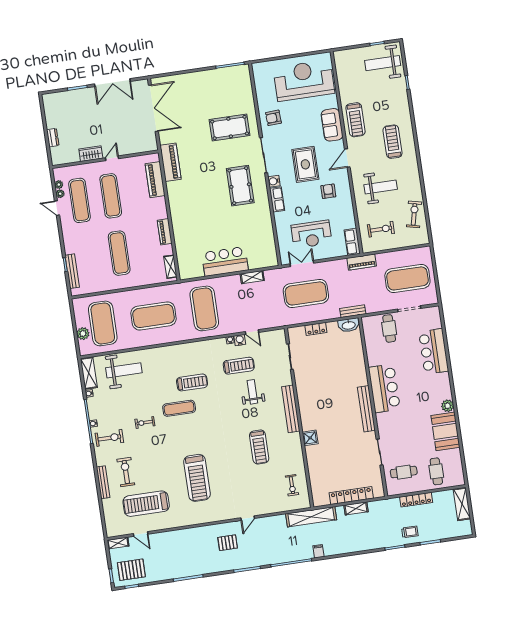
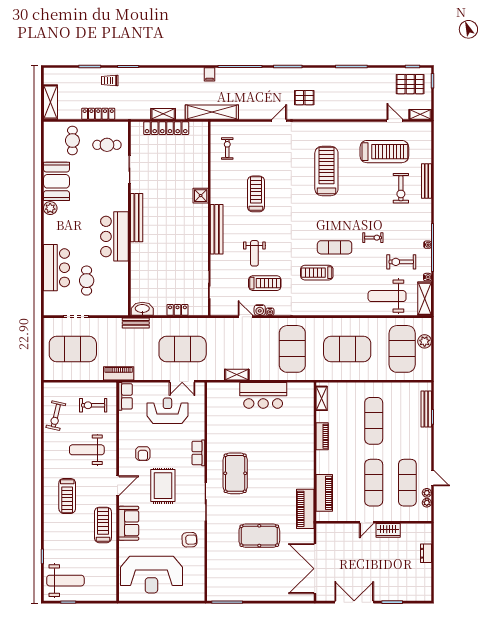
pool table: (230, 128) -> (259, 536), moved
water cooler: (274, 181) -> (199, 473), removed
cafe table: (389, 328) -> (87, 281), moved
treadmill: (239, 366) -> (265, 283), turned 180
exercise bike: (109, 438) -> (401, 262), moved

